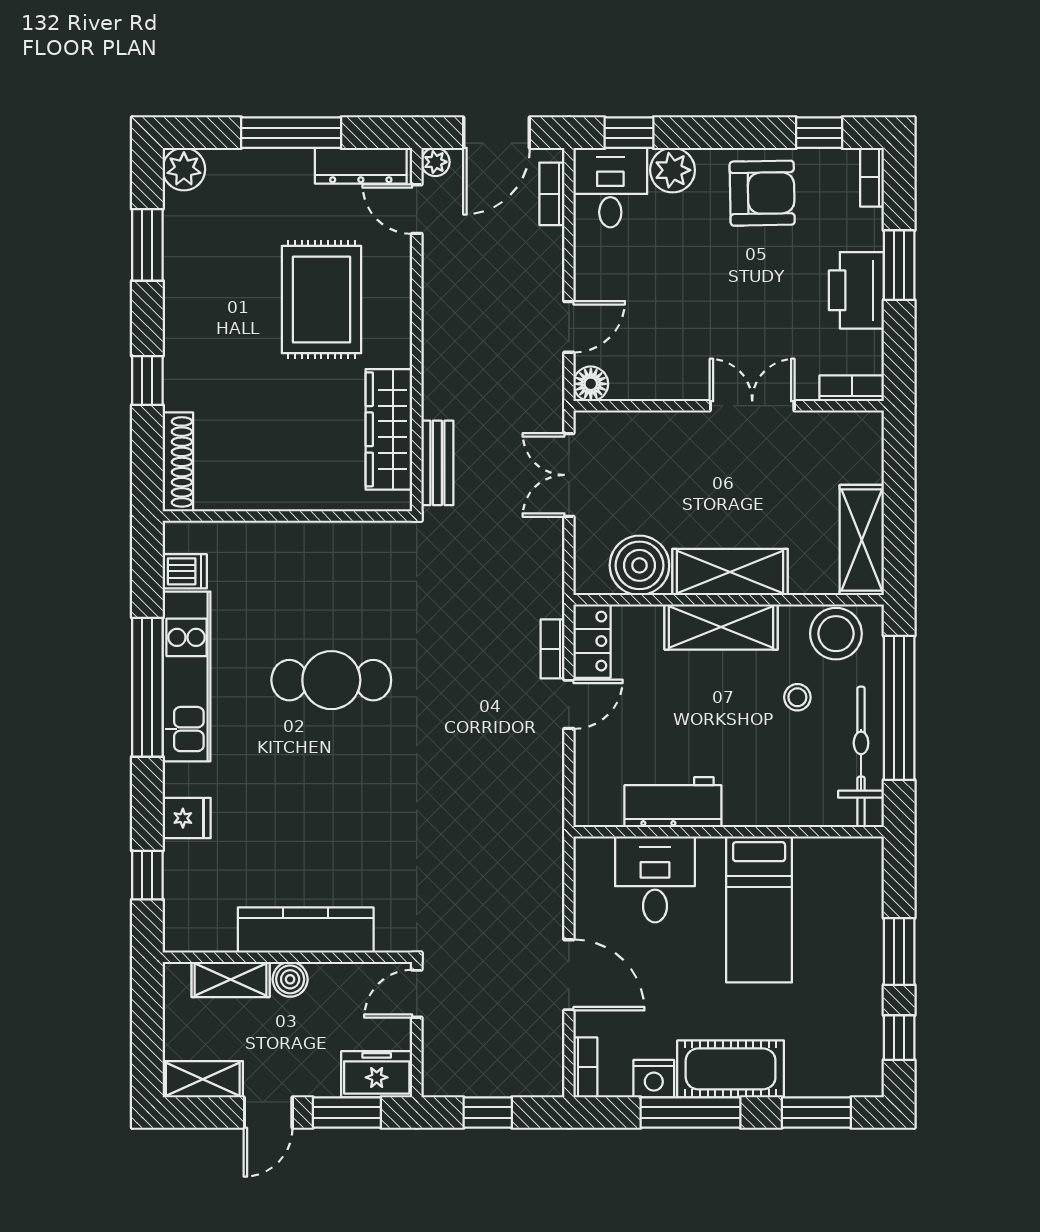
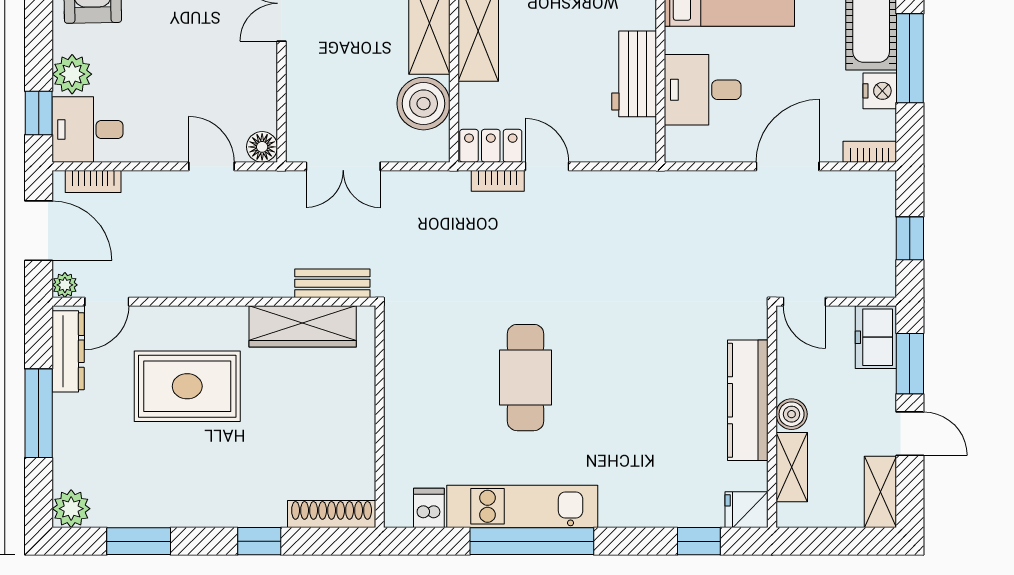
fridge: (187, 818) -> (747, 510), moved, turned -90

